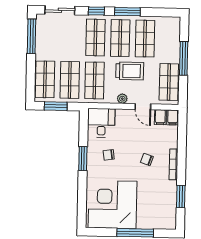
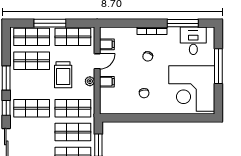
shop shelf: (120, 38) -> (32, 37), moved
trolley: (130, 71) -> (63, 75), turned 180
filing cabinet: (173, 117) -> (107, 82), moved
desk: (101, 123) -> (193, 41), moved, turned 90
window: (83, 159) -> (148, 118), removed
window: (181, 197) -> (183, 23), width x1.44

